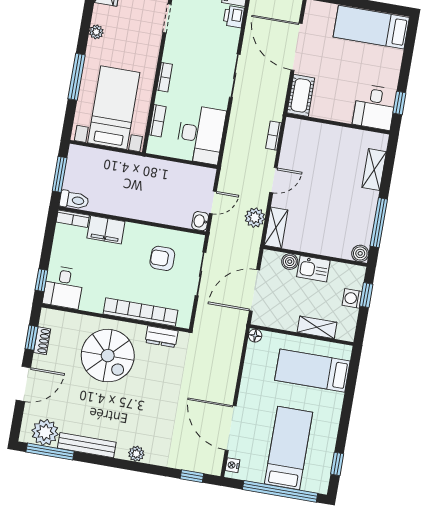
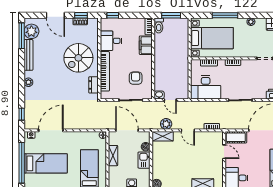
door: (323, 121) -> (224, 152), added
desk: (63, 287) -> (111, 41), moved
shelving: (317, 327) -> (113, 156), moved

